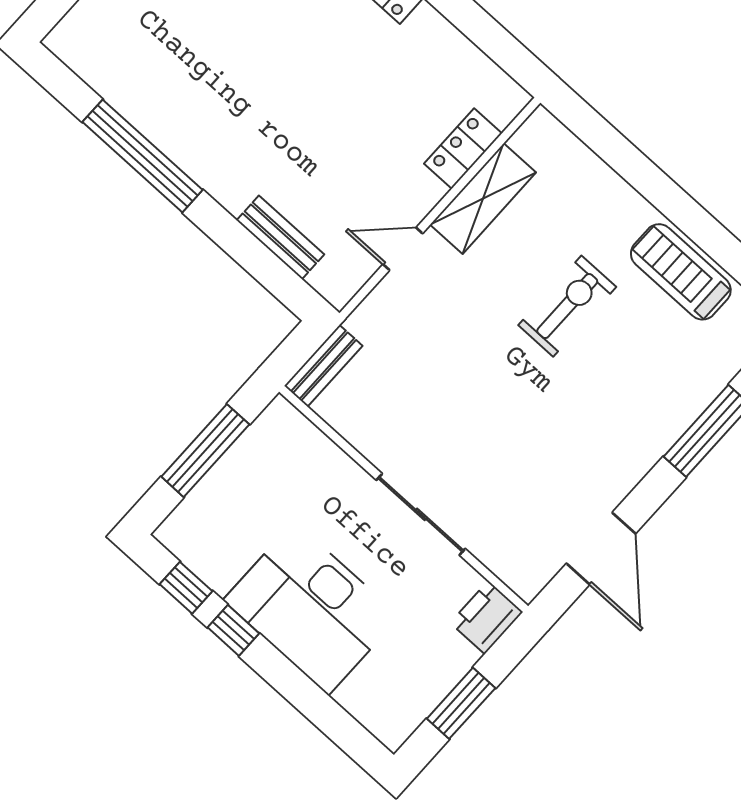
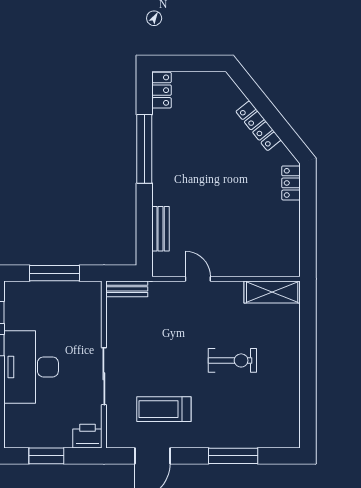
locker: (463, 148) -> (162, 90), moved, turned 90
shelving: (483, 199) -> (272, 292), moved
treadmill: (681, 272) -> (164, 409), moved, turned -90

